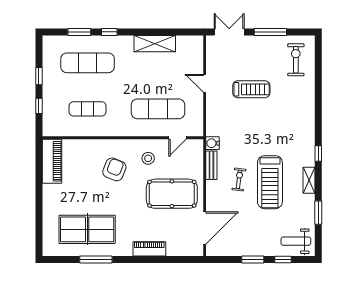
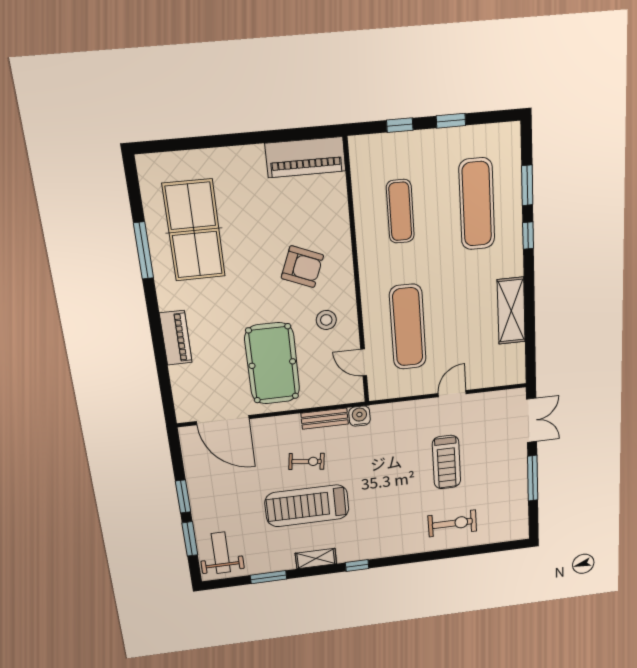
exercise bike: (296, 60) -> (452, 523), moved
window: (283, 259) -> (190, 539), width x1.50

